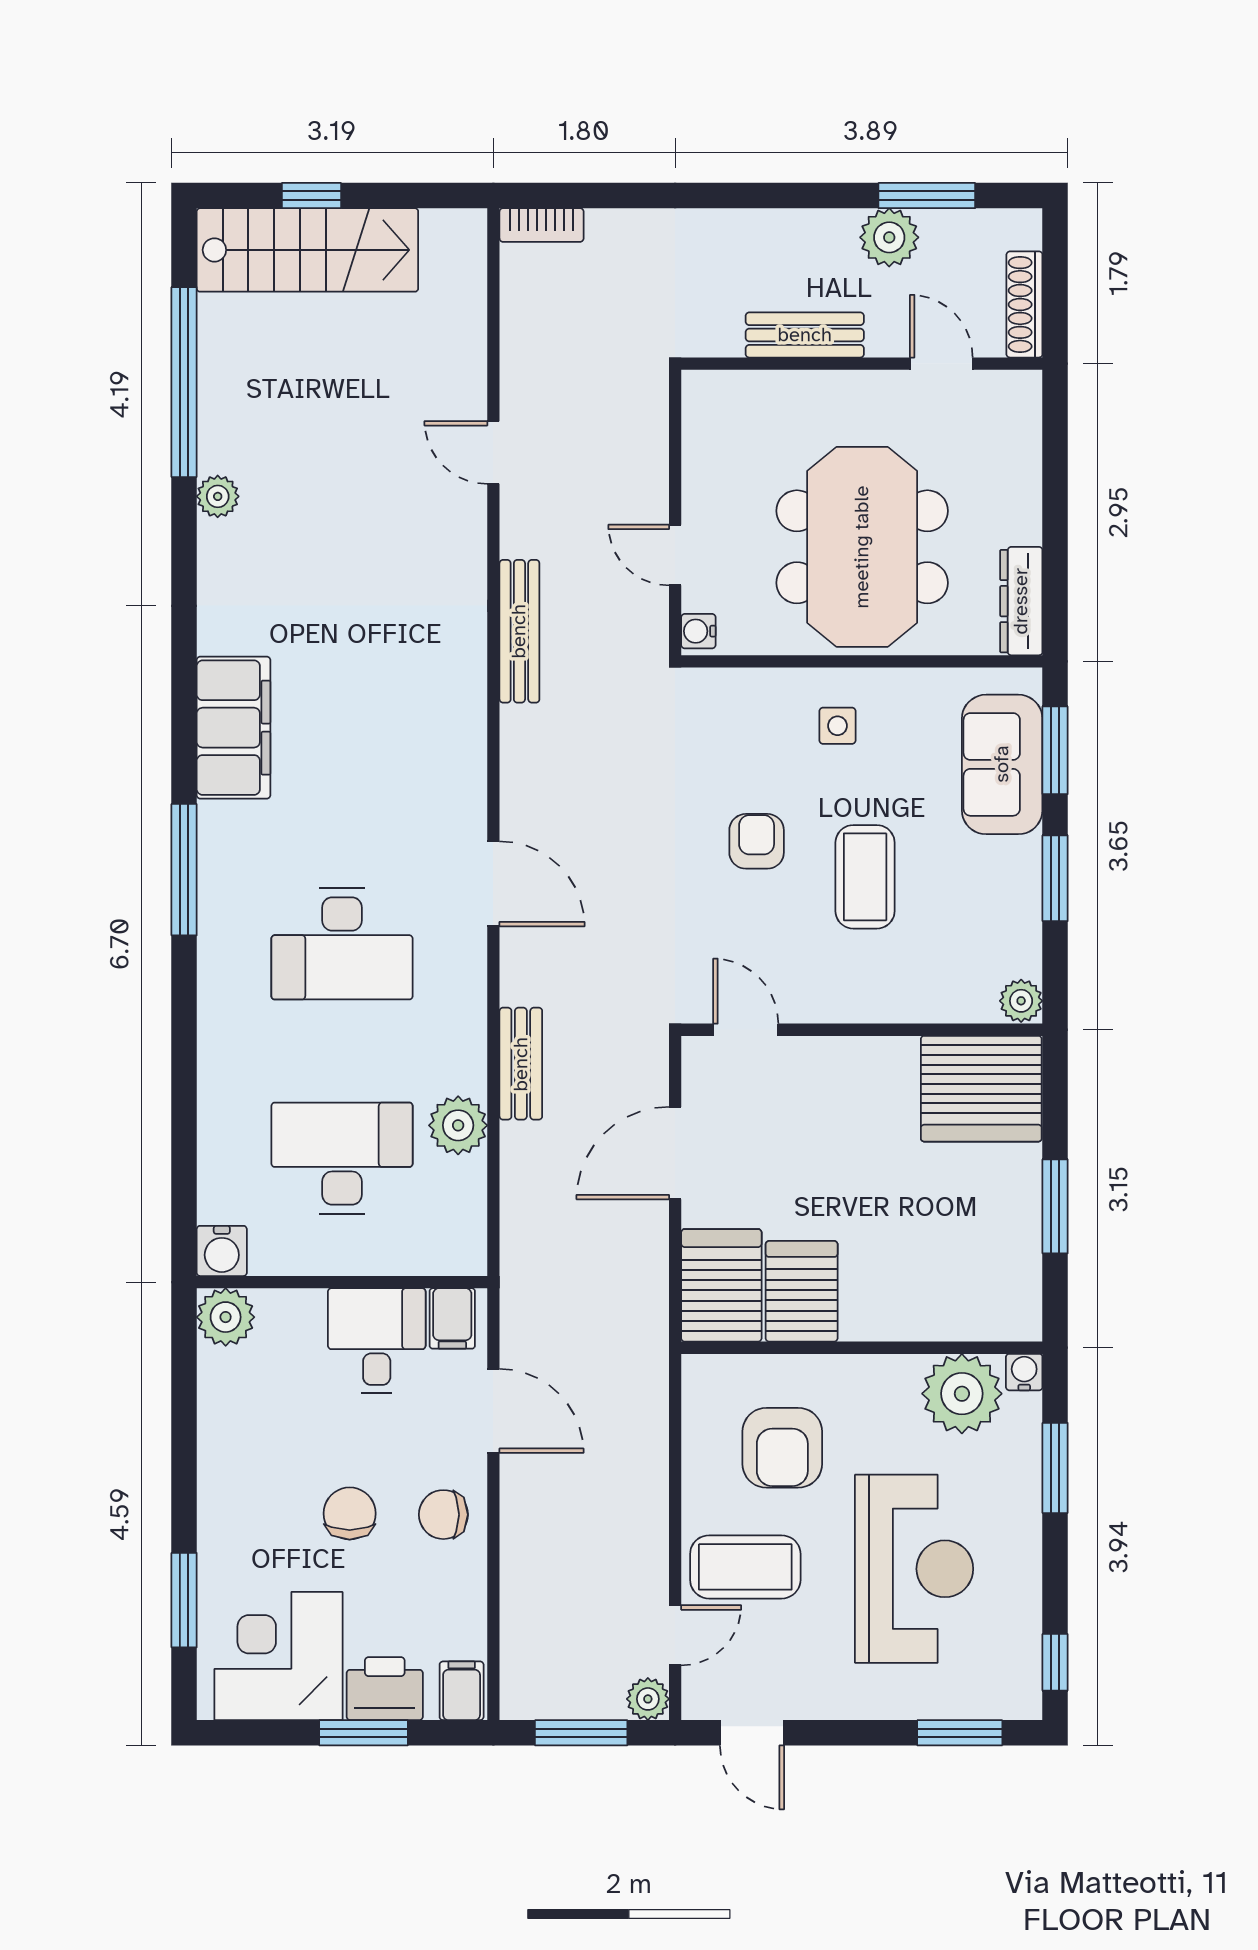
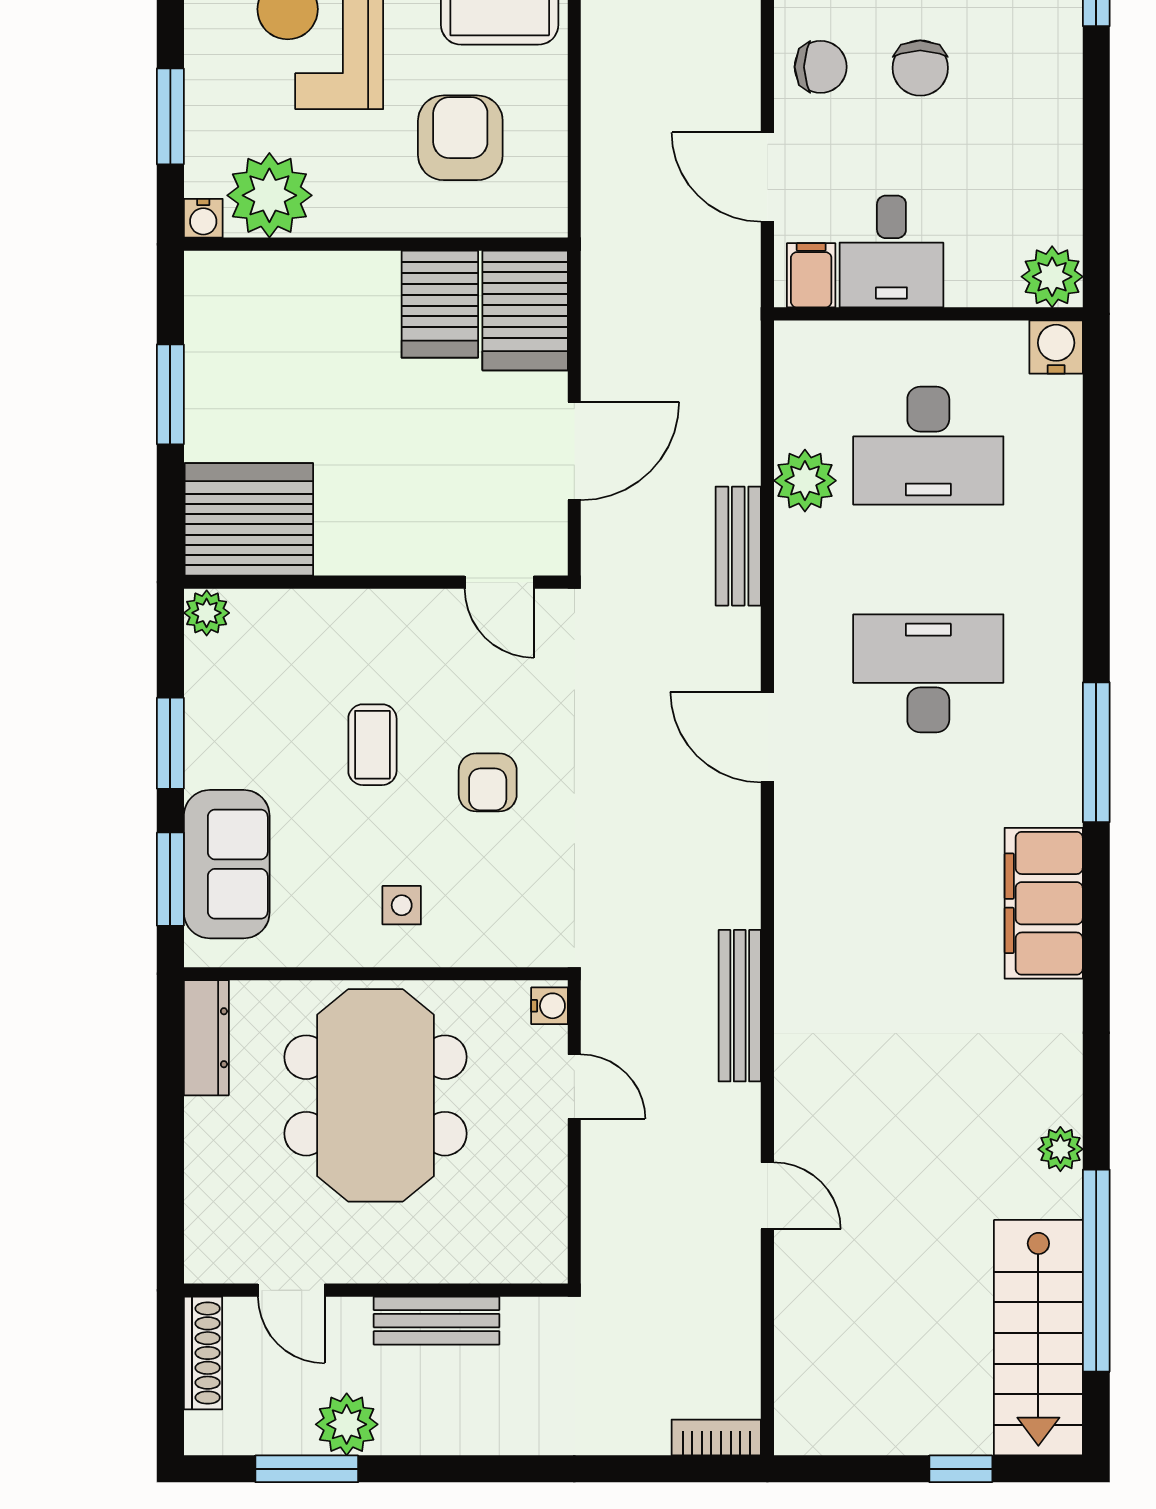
stairs: (307, 250) -> (1038, 1338), moved, turned -90
coffee table: (865, 877) -> (372, 745), width x0.73, depth x0.77

